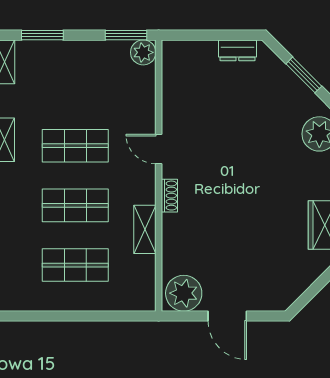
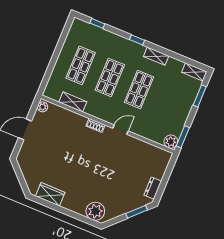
window: (304, 75) -> (137, 212), moved
shelving: (145, 229) -> (73, 102), moved
plant: (184, 293) -> (43, 107), width x0.53, depth x0.53

